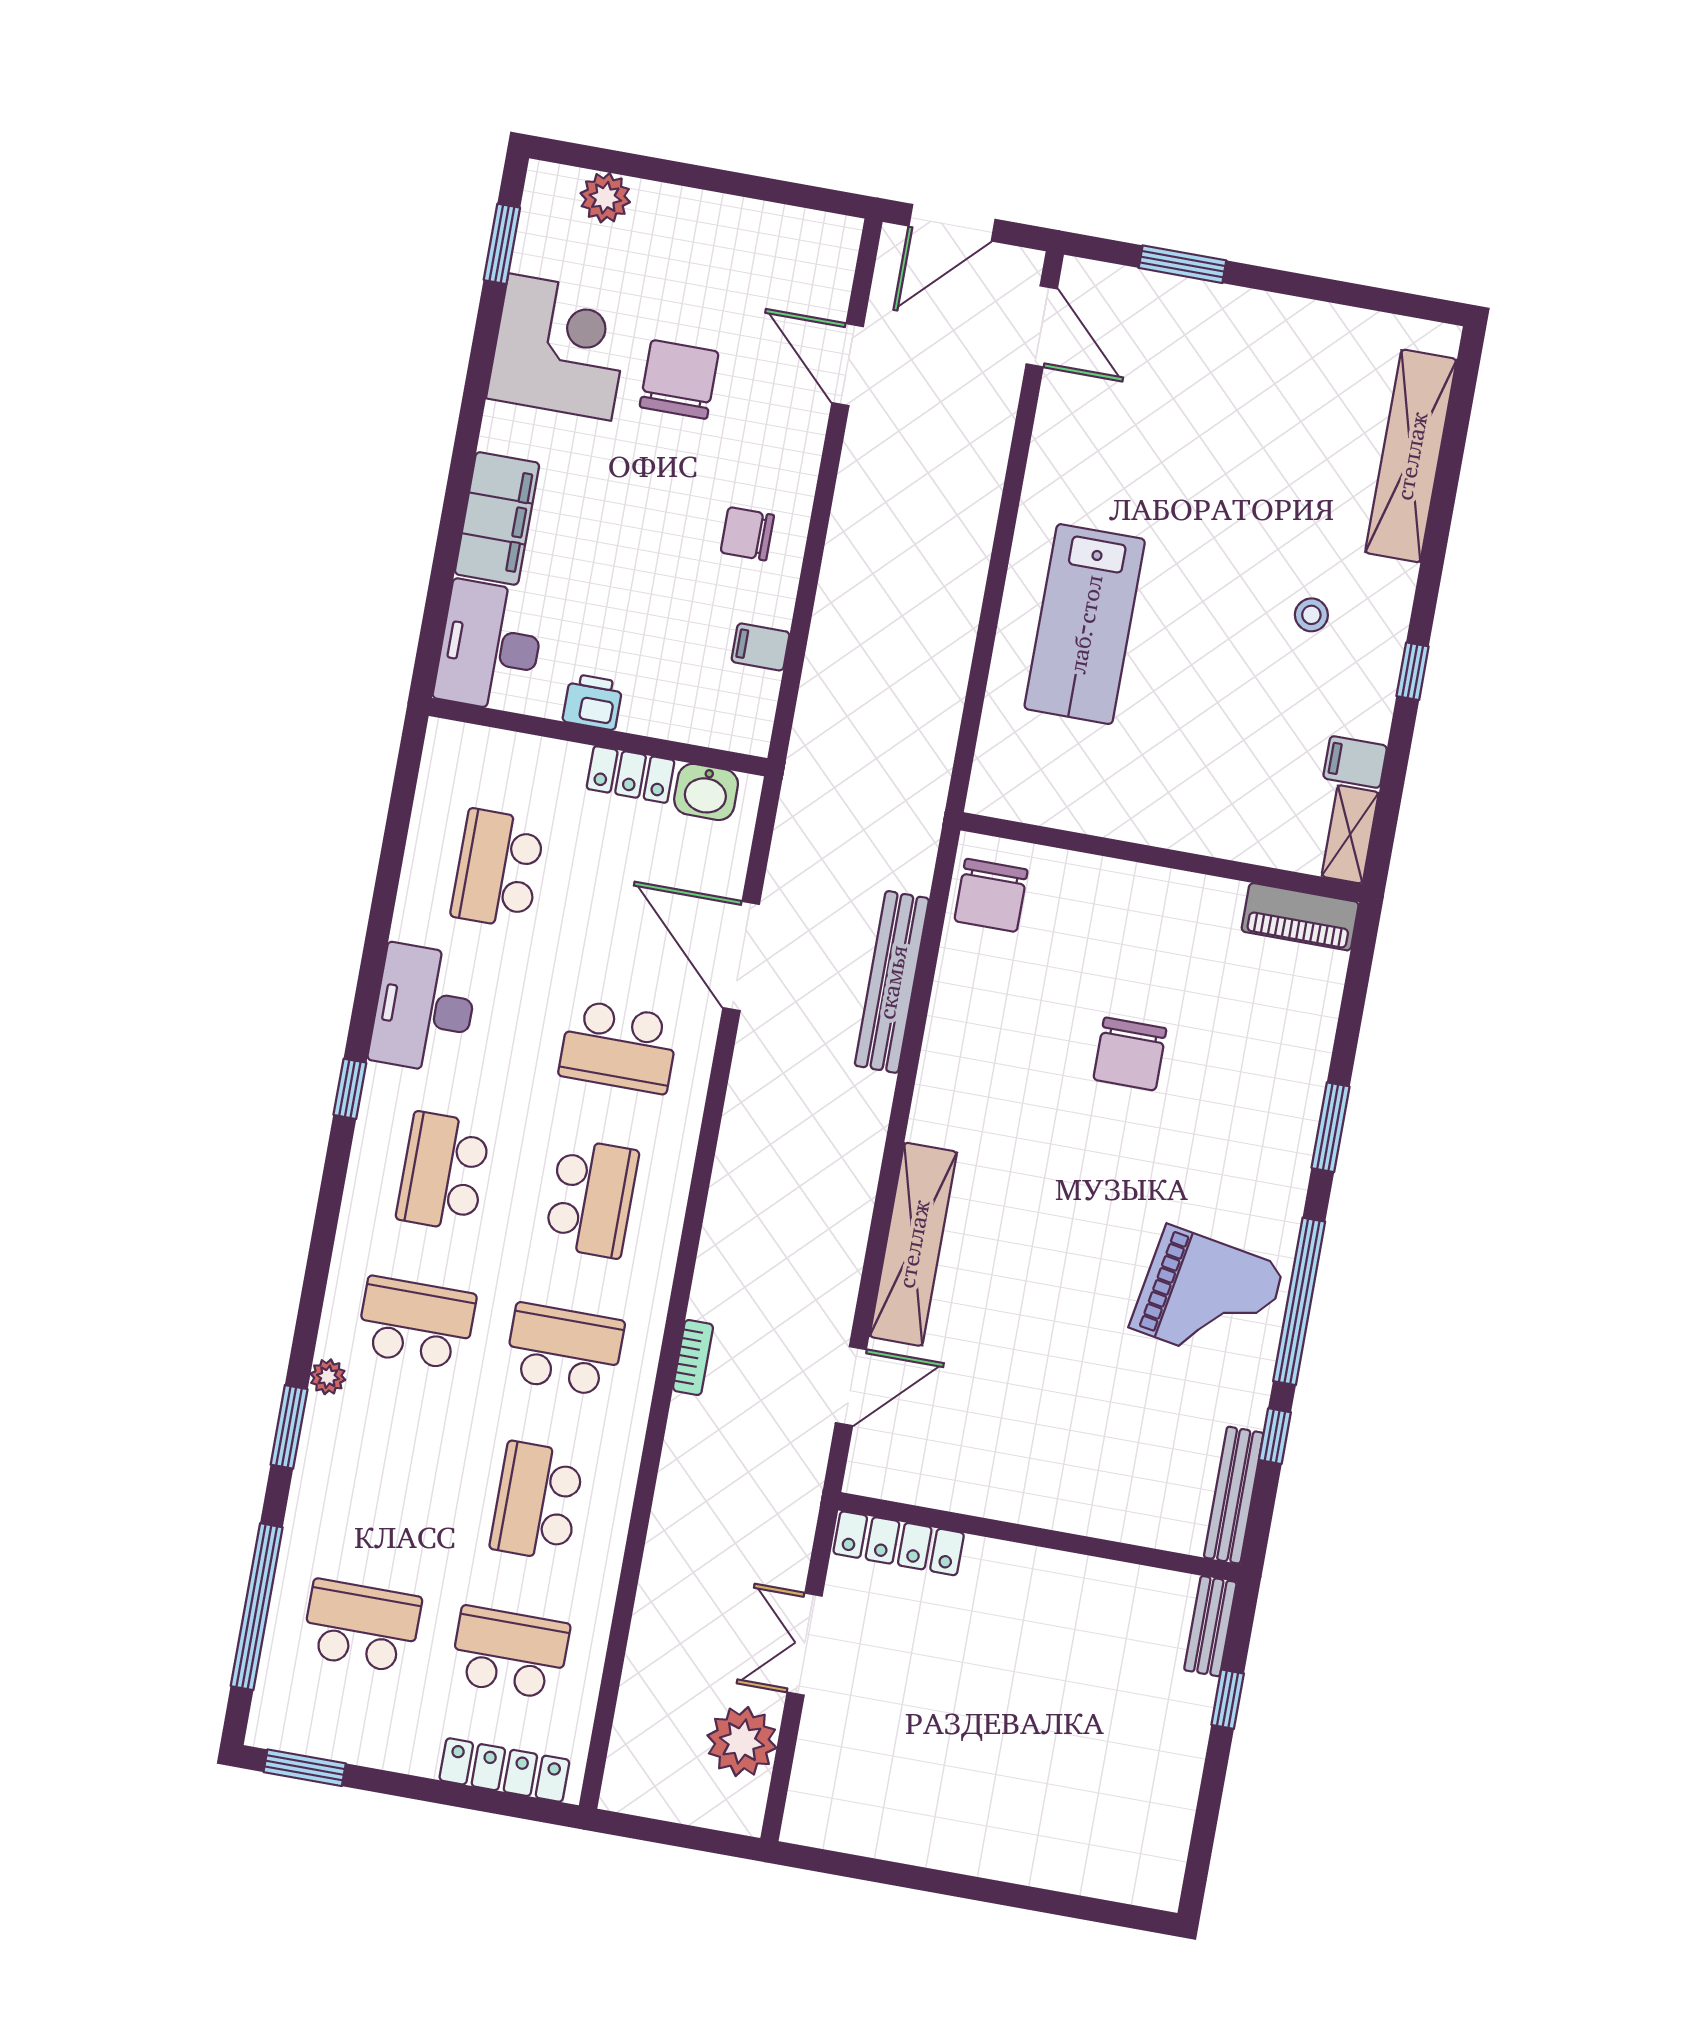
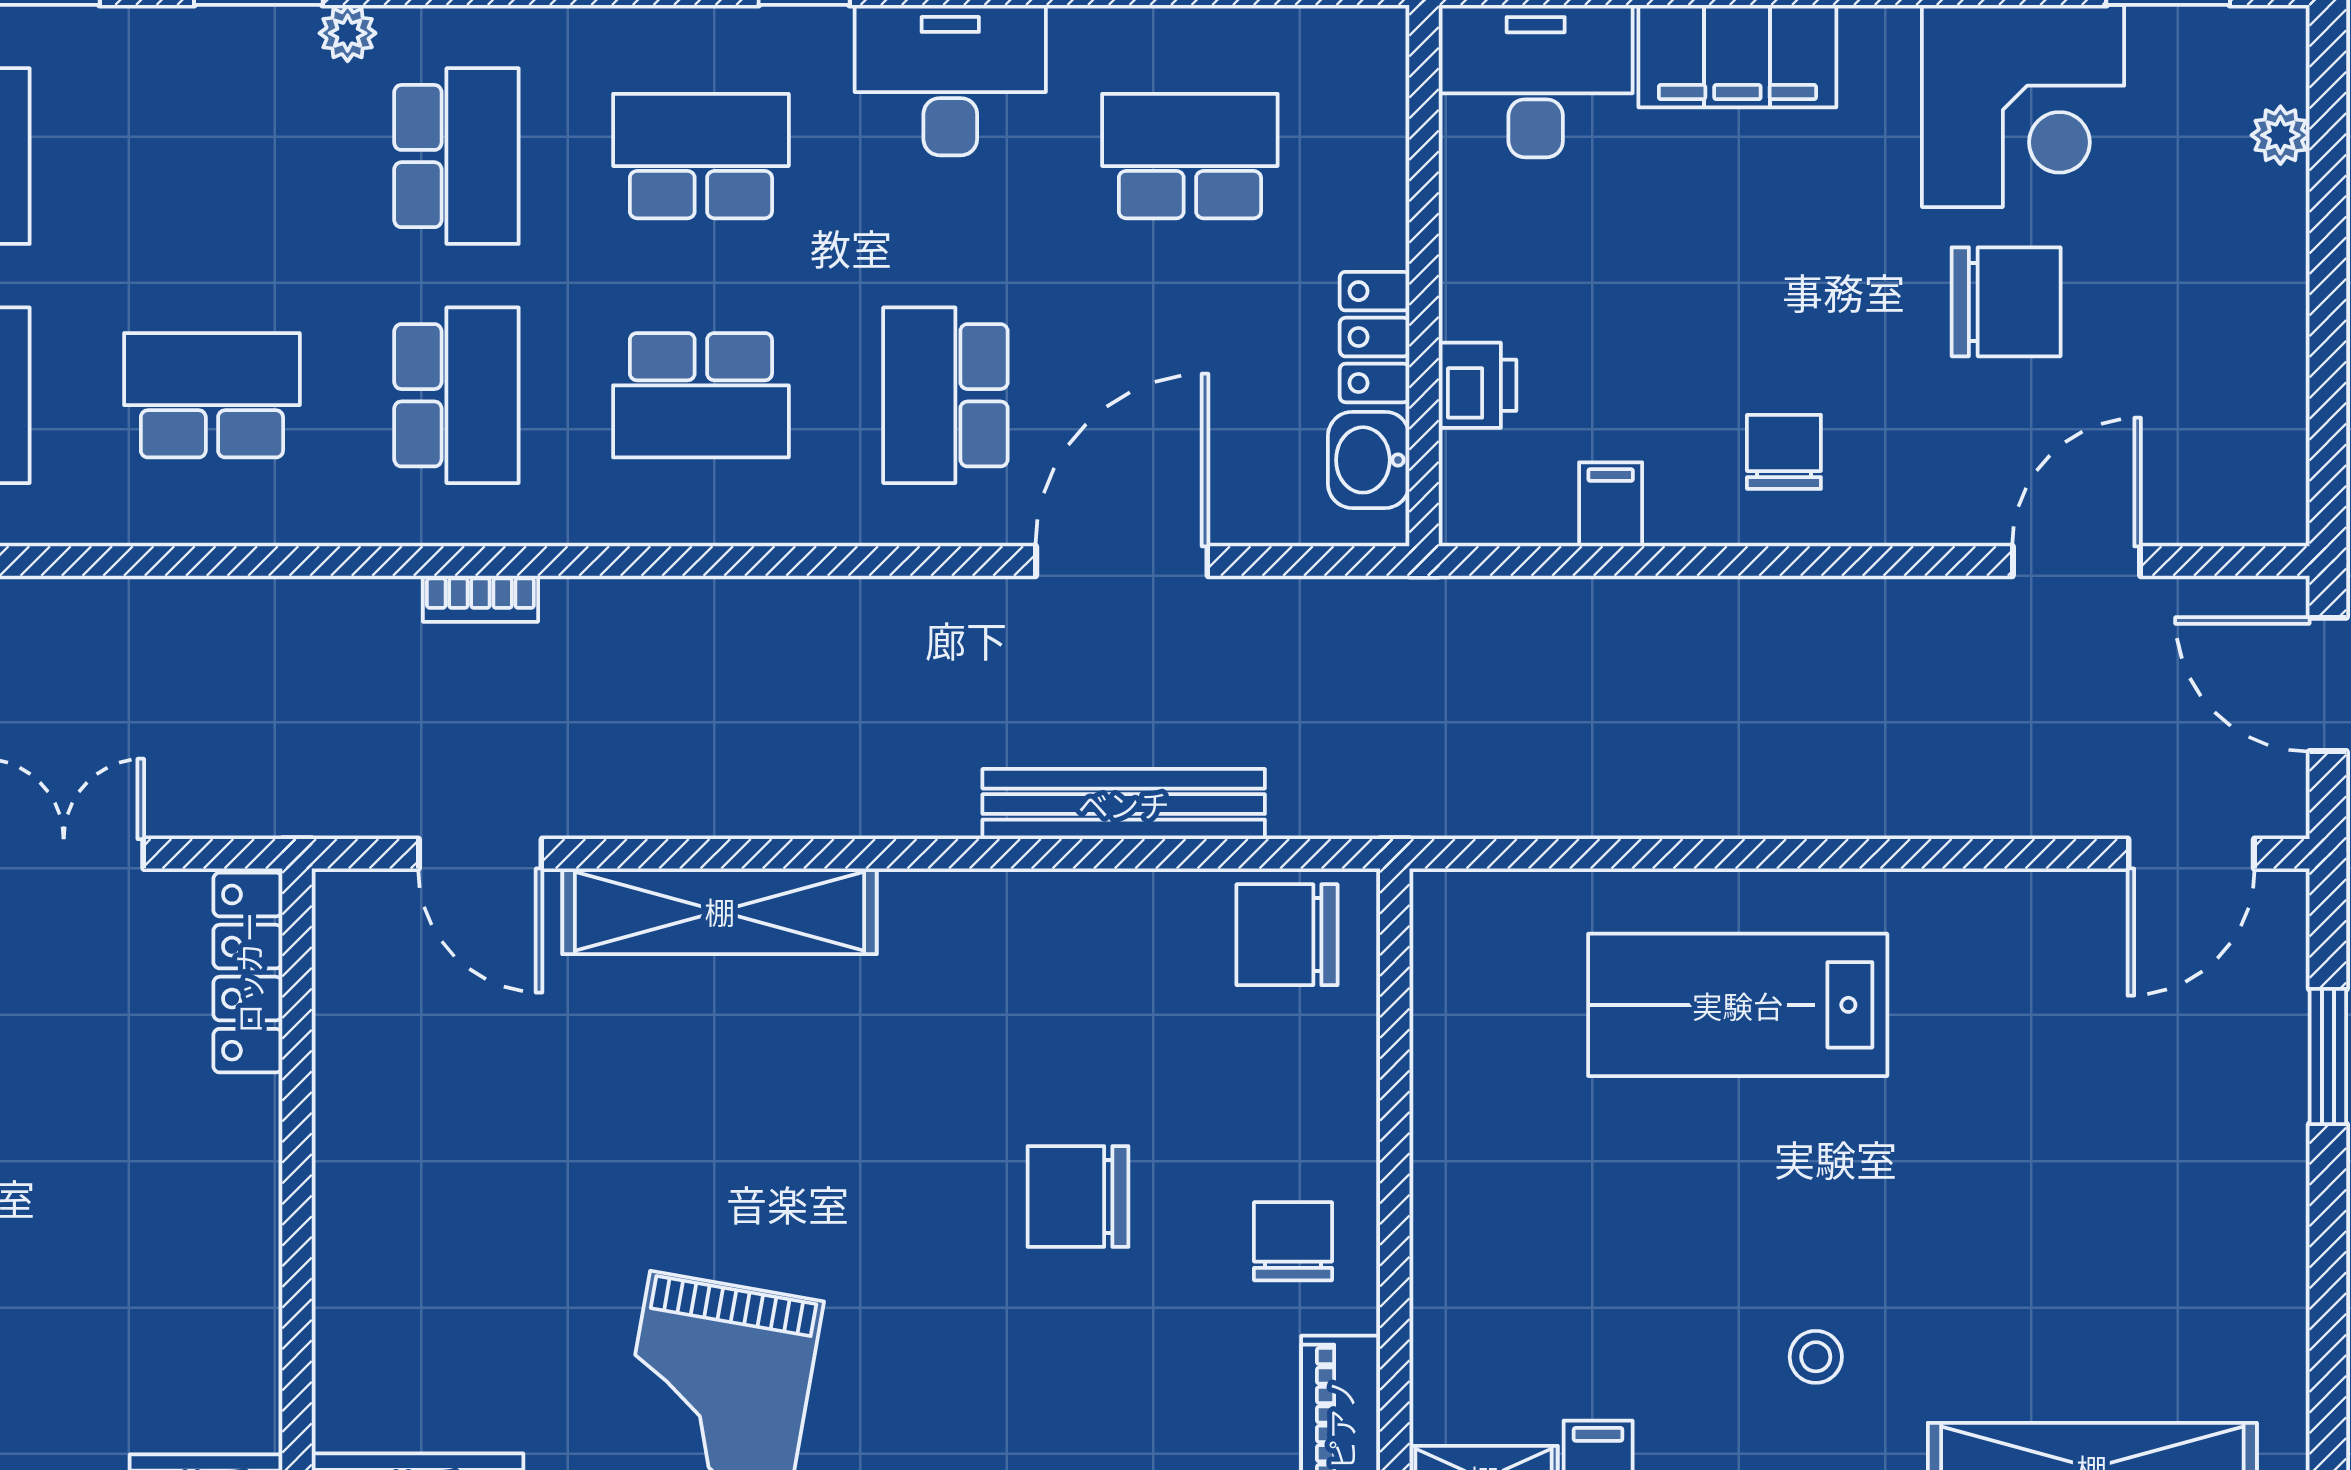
plant: (605, 198) -> (2280, 135), width x0.73, depth x0.73
printer: (593, 702) -> (1477, 385), moved
chair: (1182, 926) -> (1293, 1241), added

